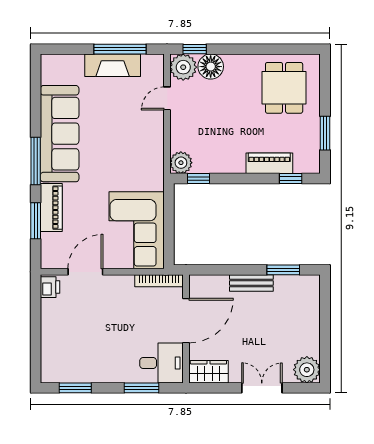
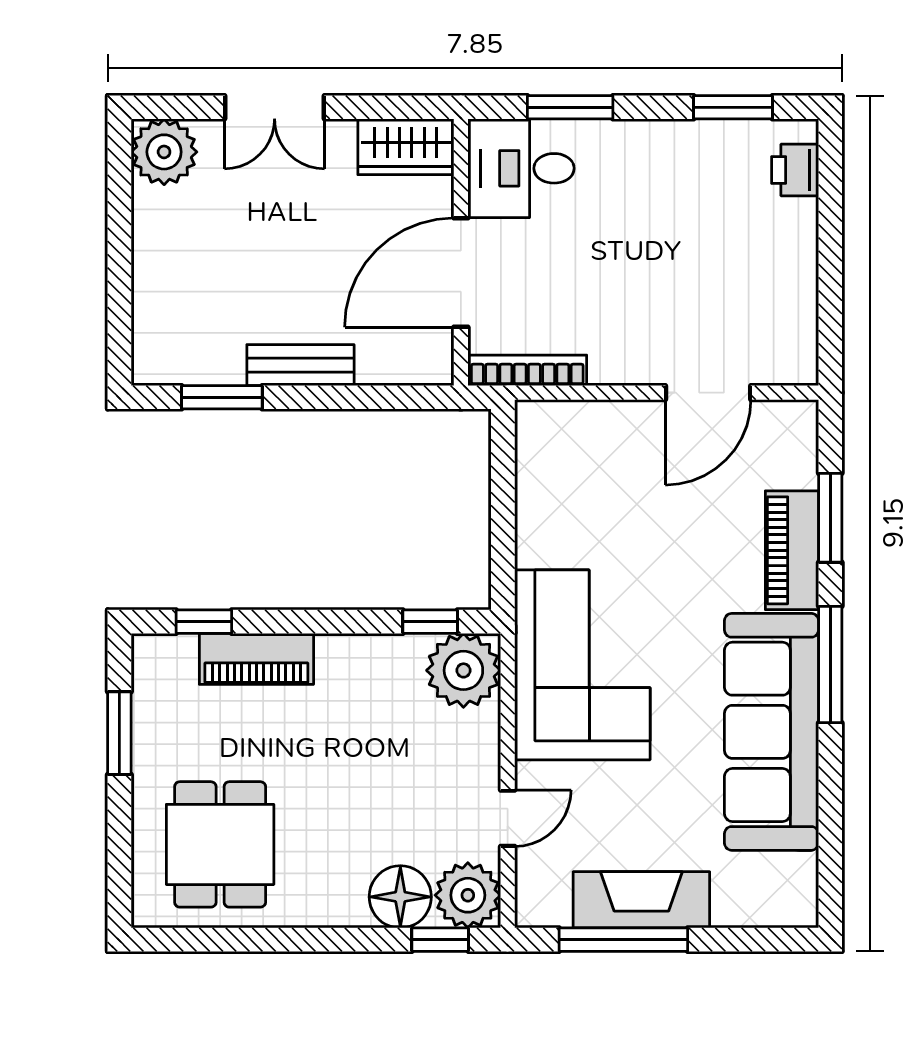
plant: (181, 163) -> (463, 670), width x1.36, depth x1.36
corner sofa: (137, 230) -> (582, 665), moved
printer: (50, 287) -> (795, 170), moved

